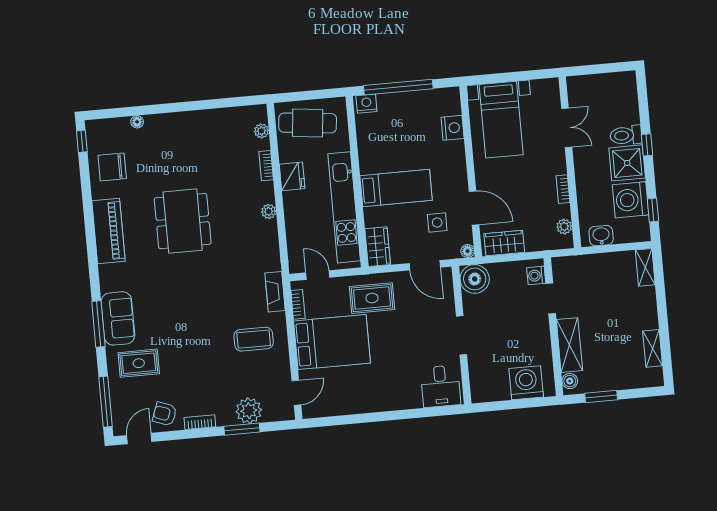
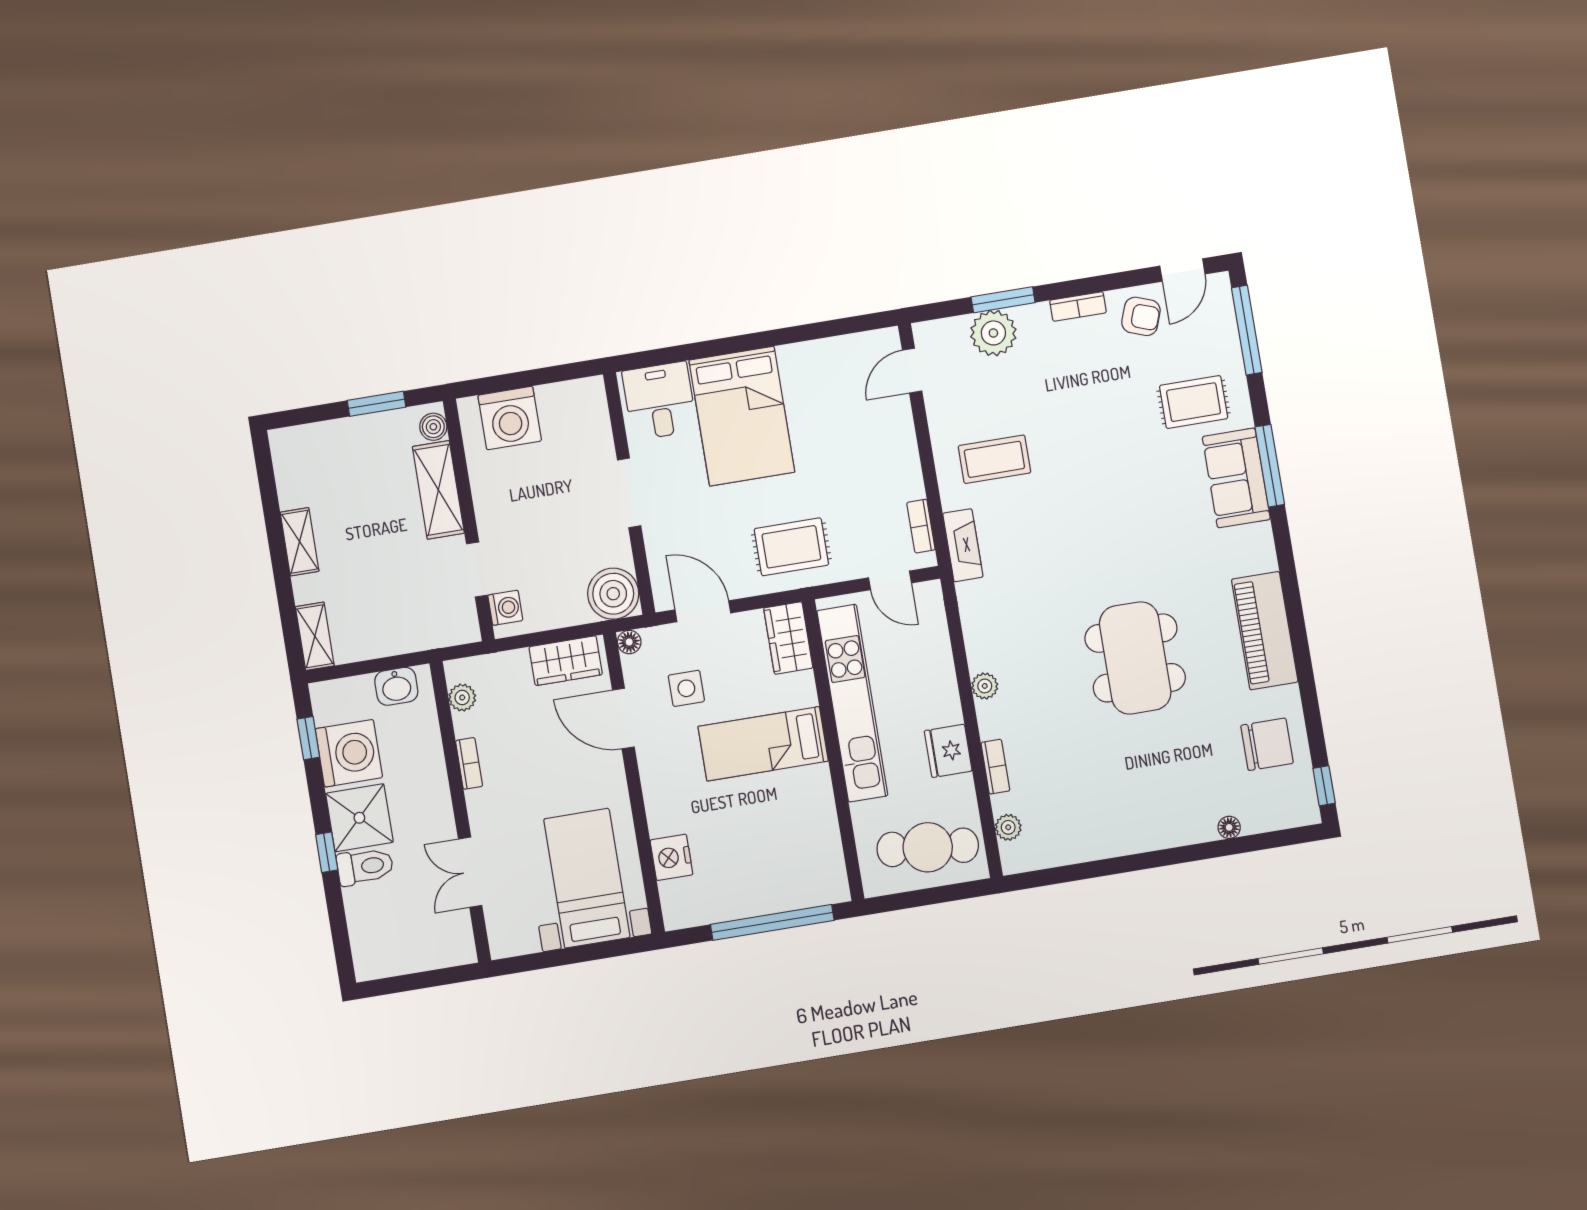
nightstand: (366, 104) -> (826, 889), removed
bed: (332, 342) -> (742, 416), moved, turned -90
shelving: (653, 348) -> (300, 542), moved

